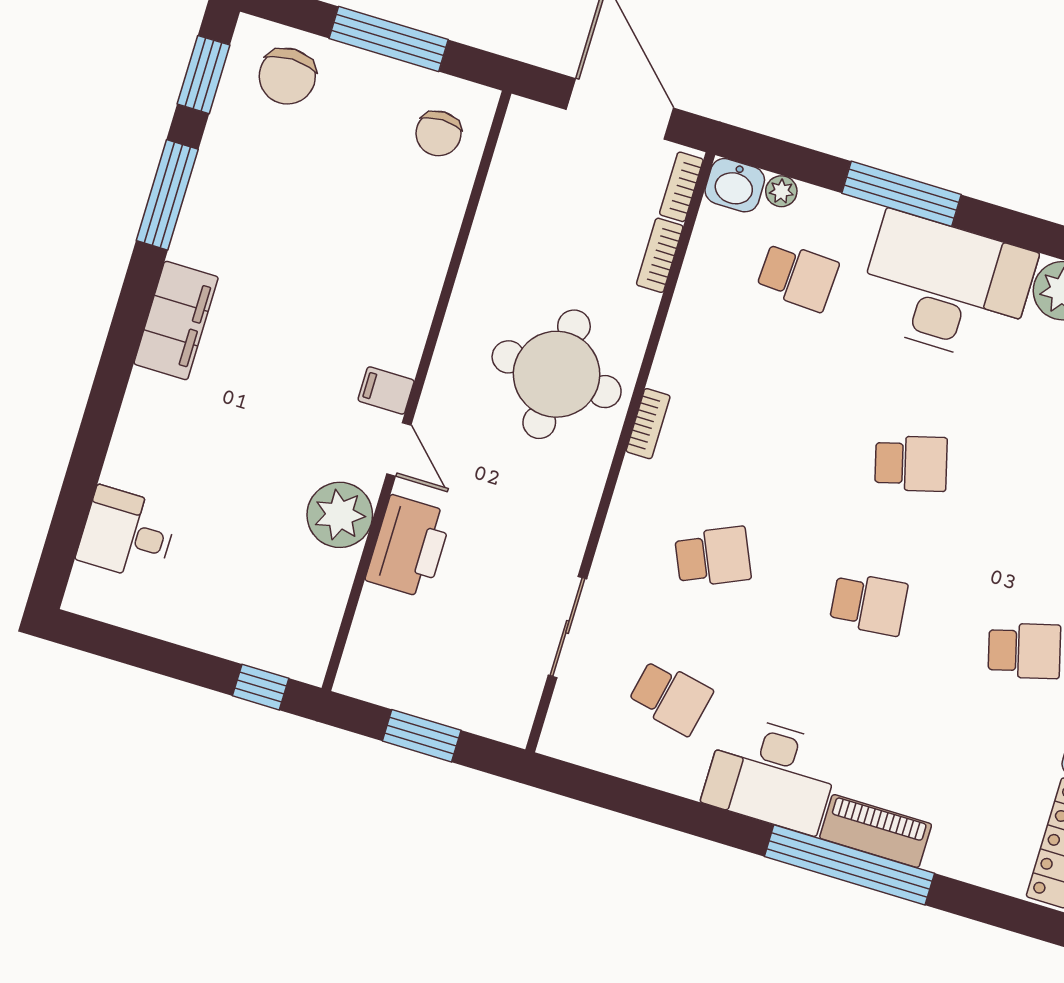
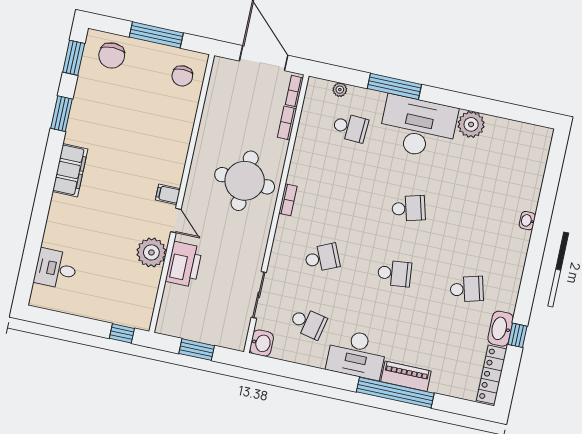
washbasin: (735, 185) -> (262, 343), moved, turned -90
window: (167, 195) -> (62, 114), width x0.69

